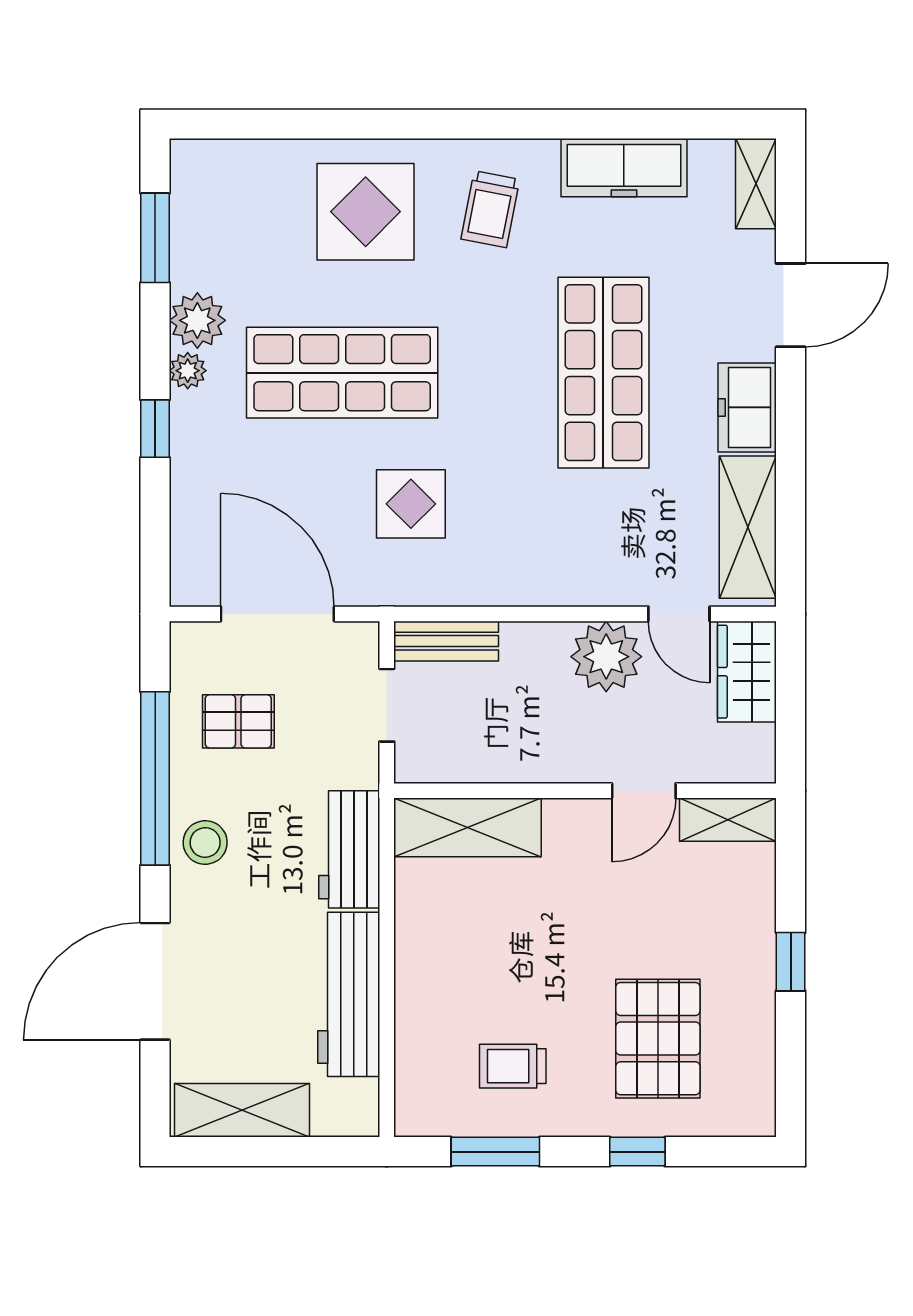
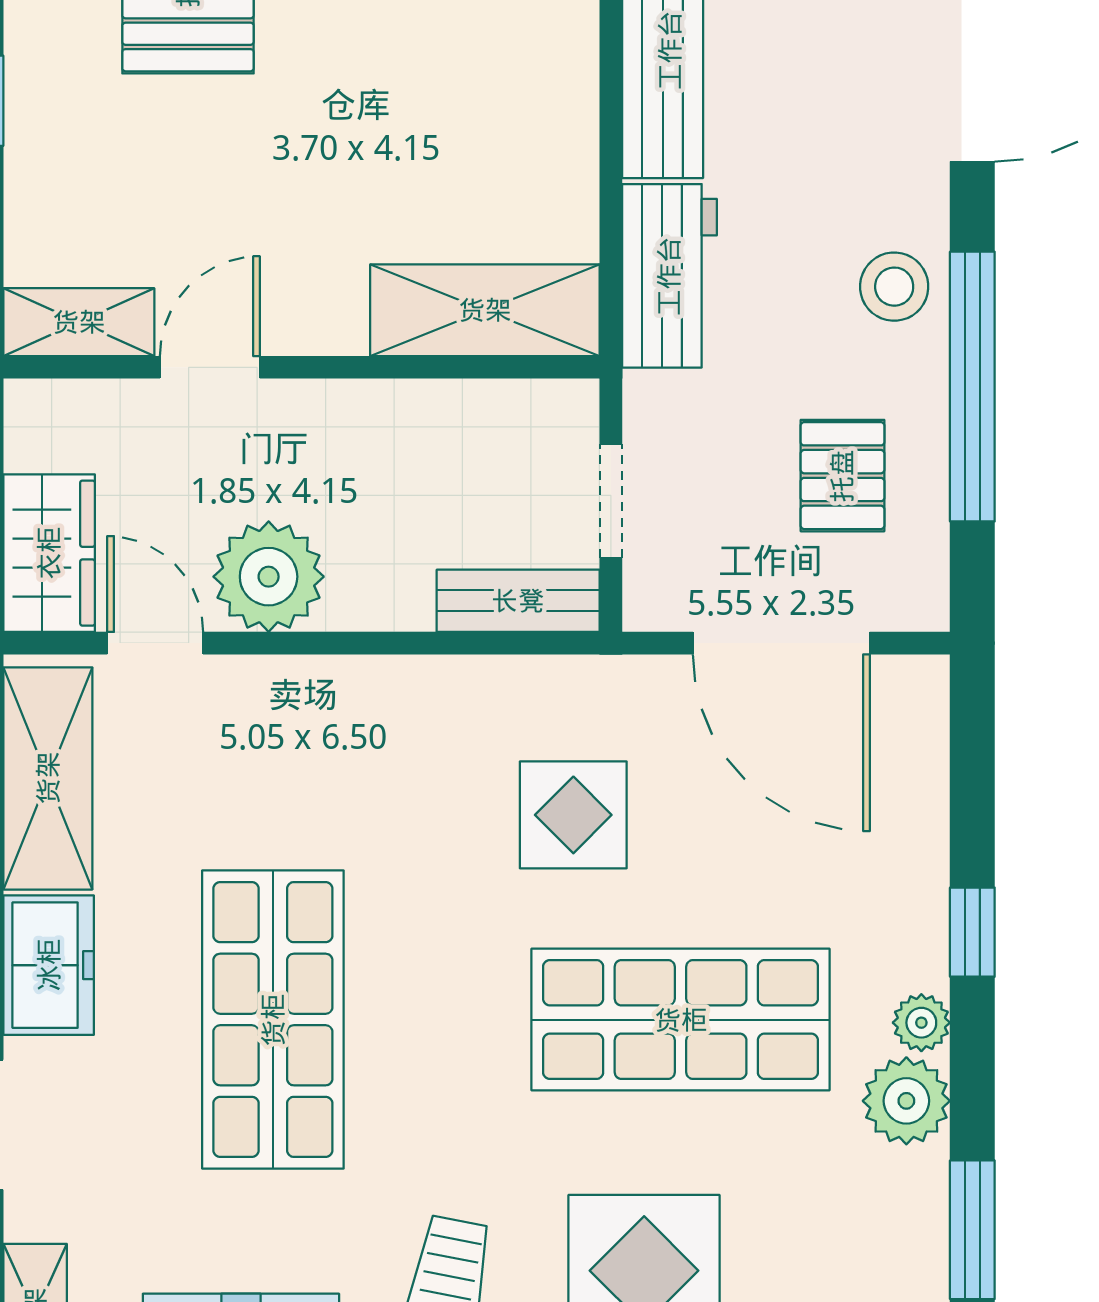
pallet: (238, 721) -> (842, 476), turned 90

